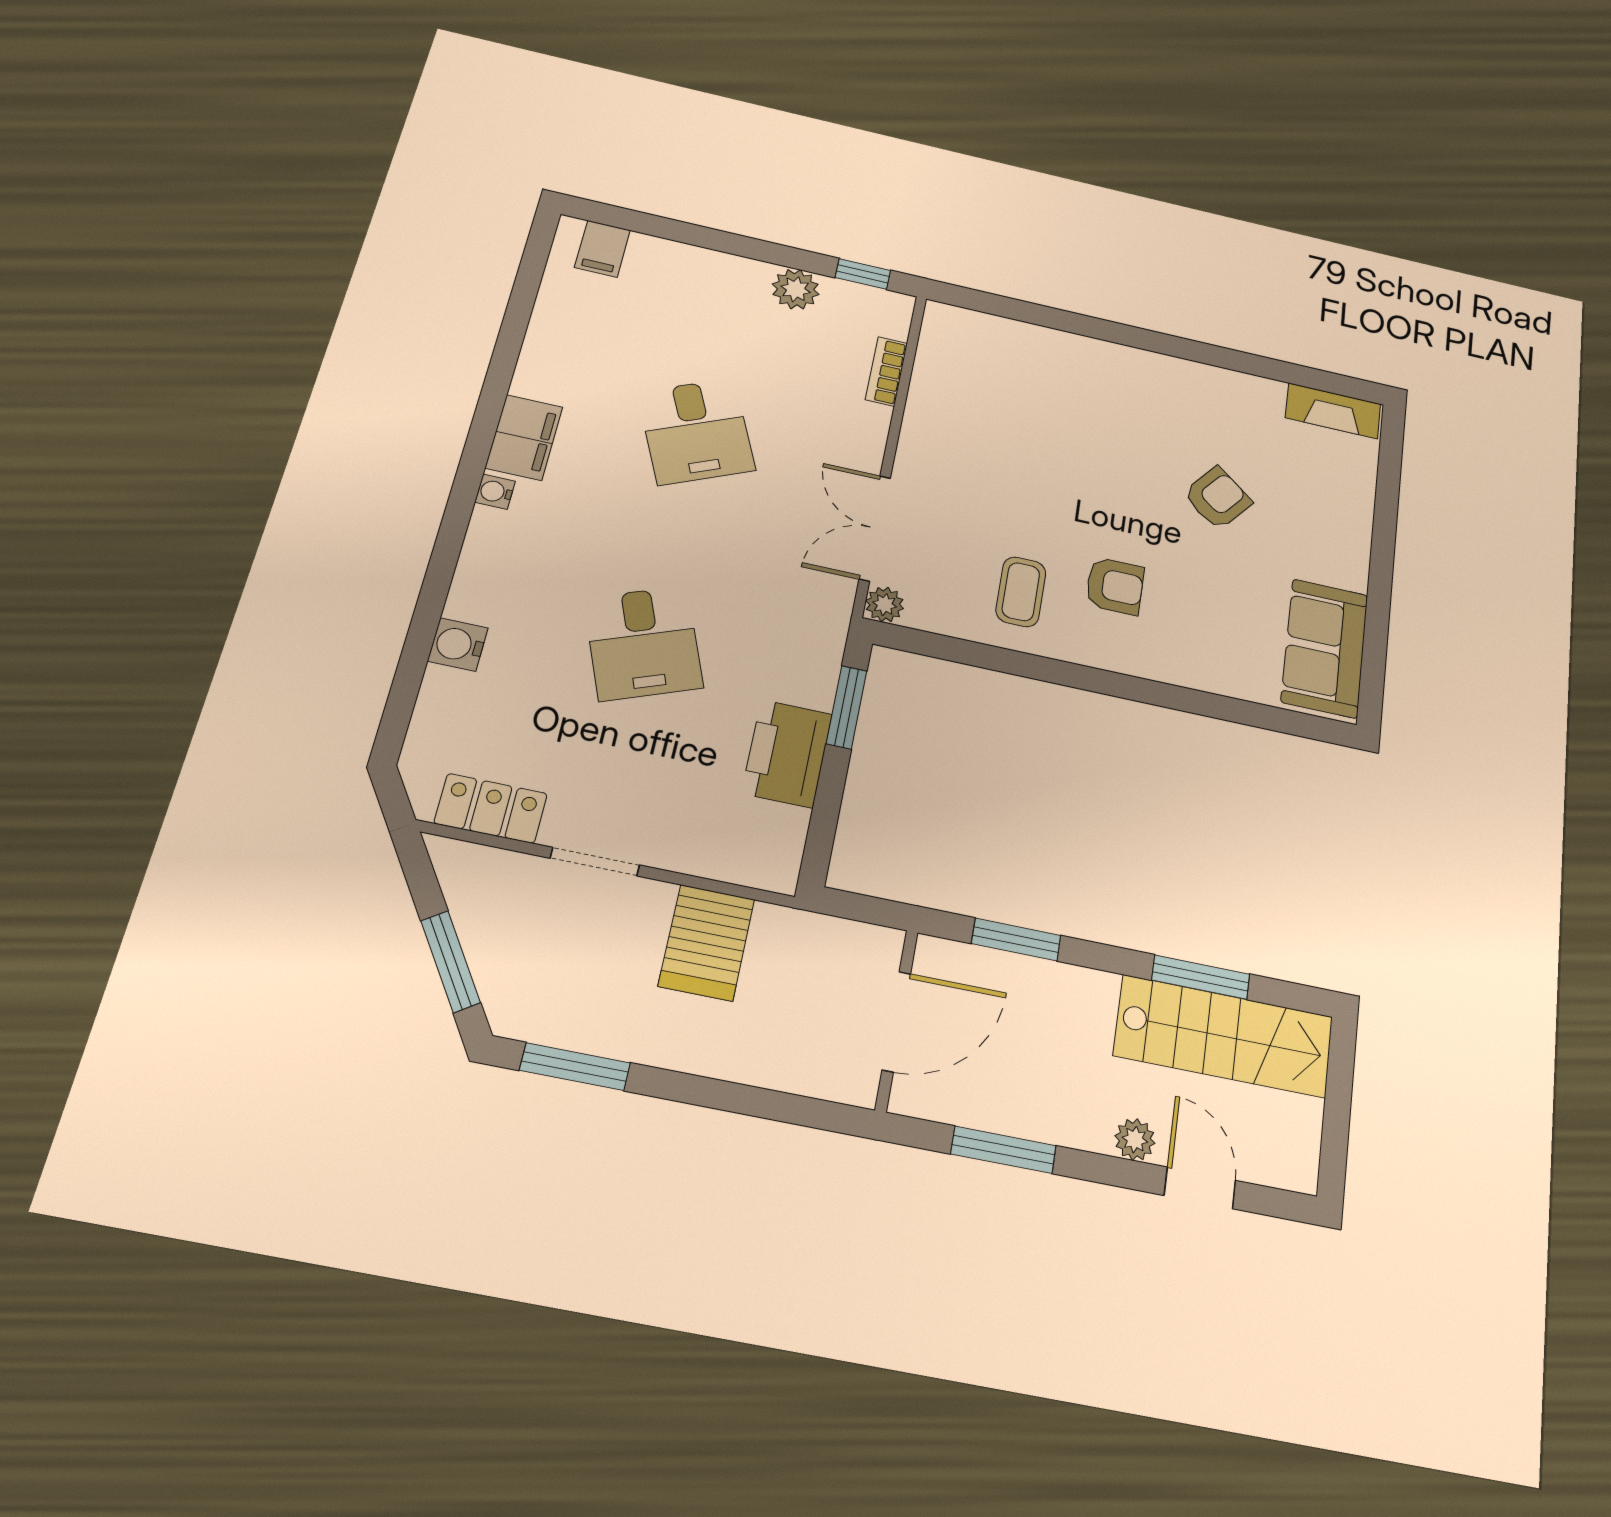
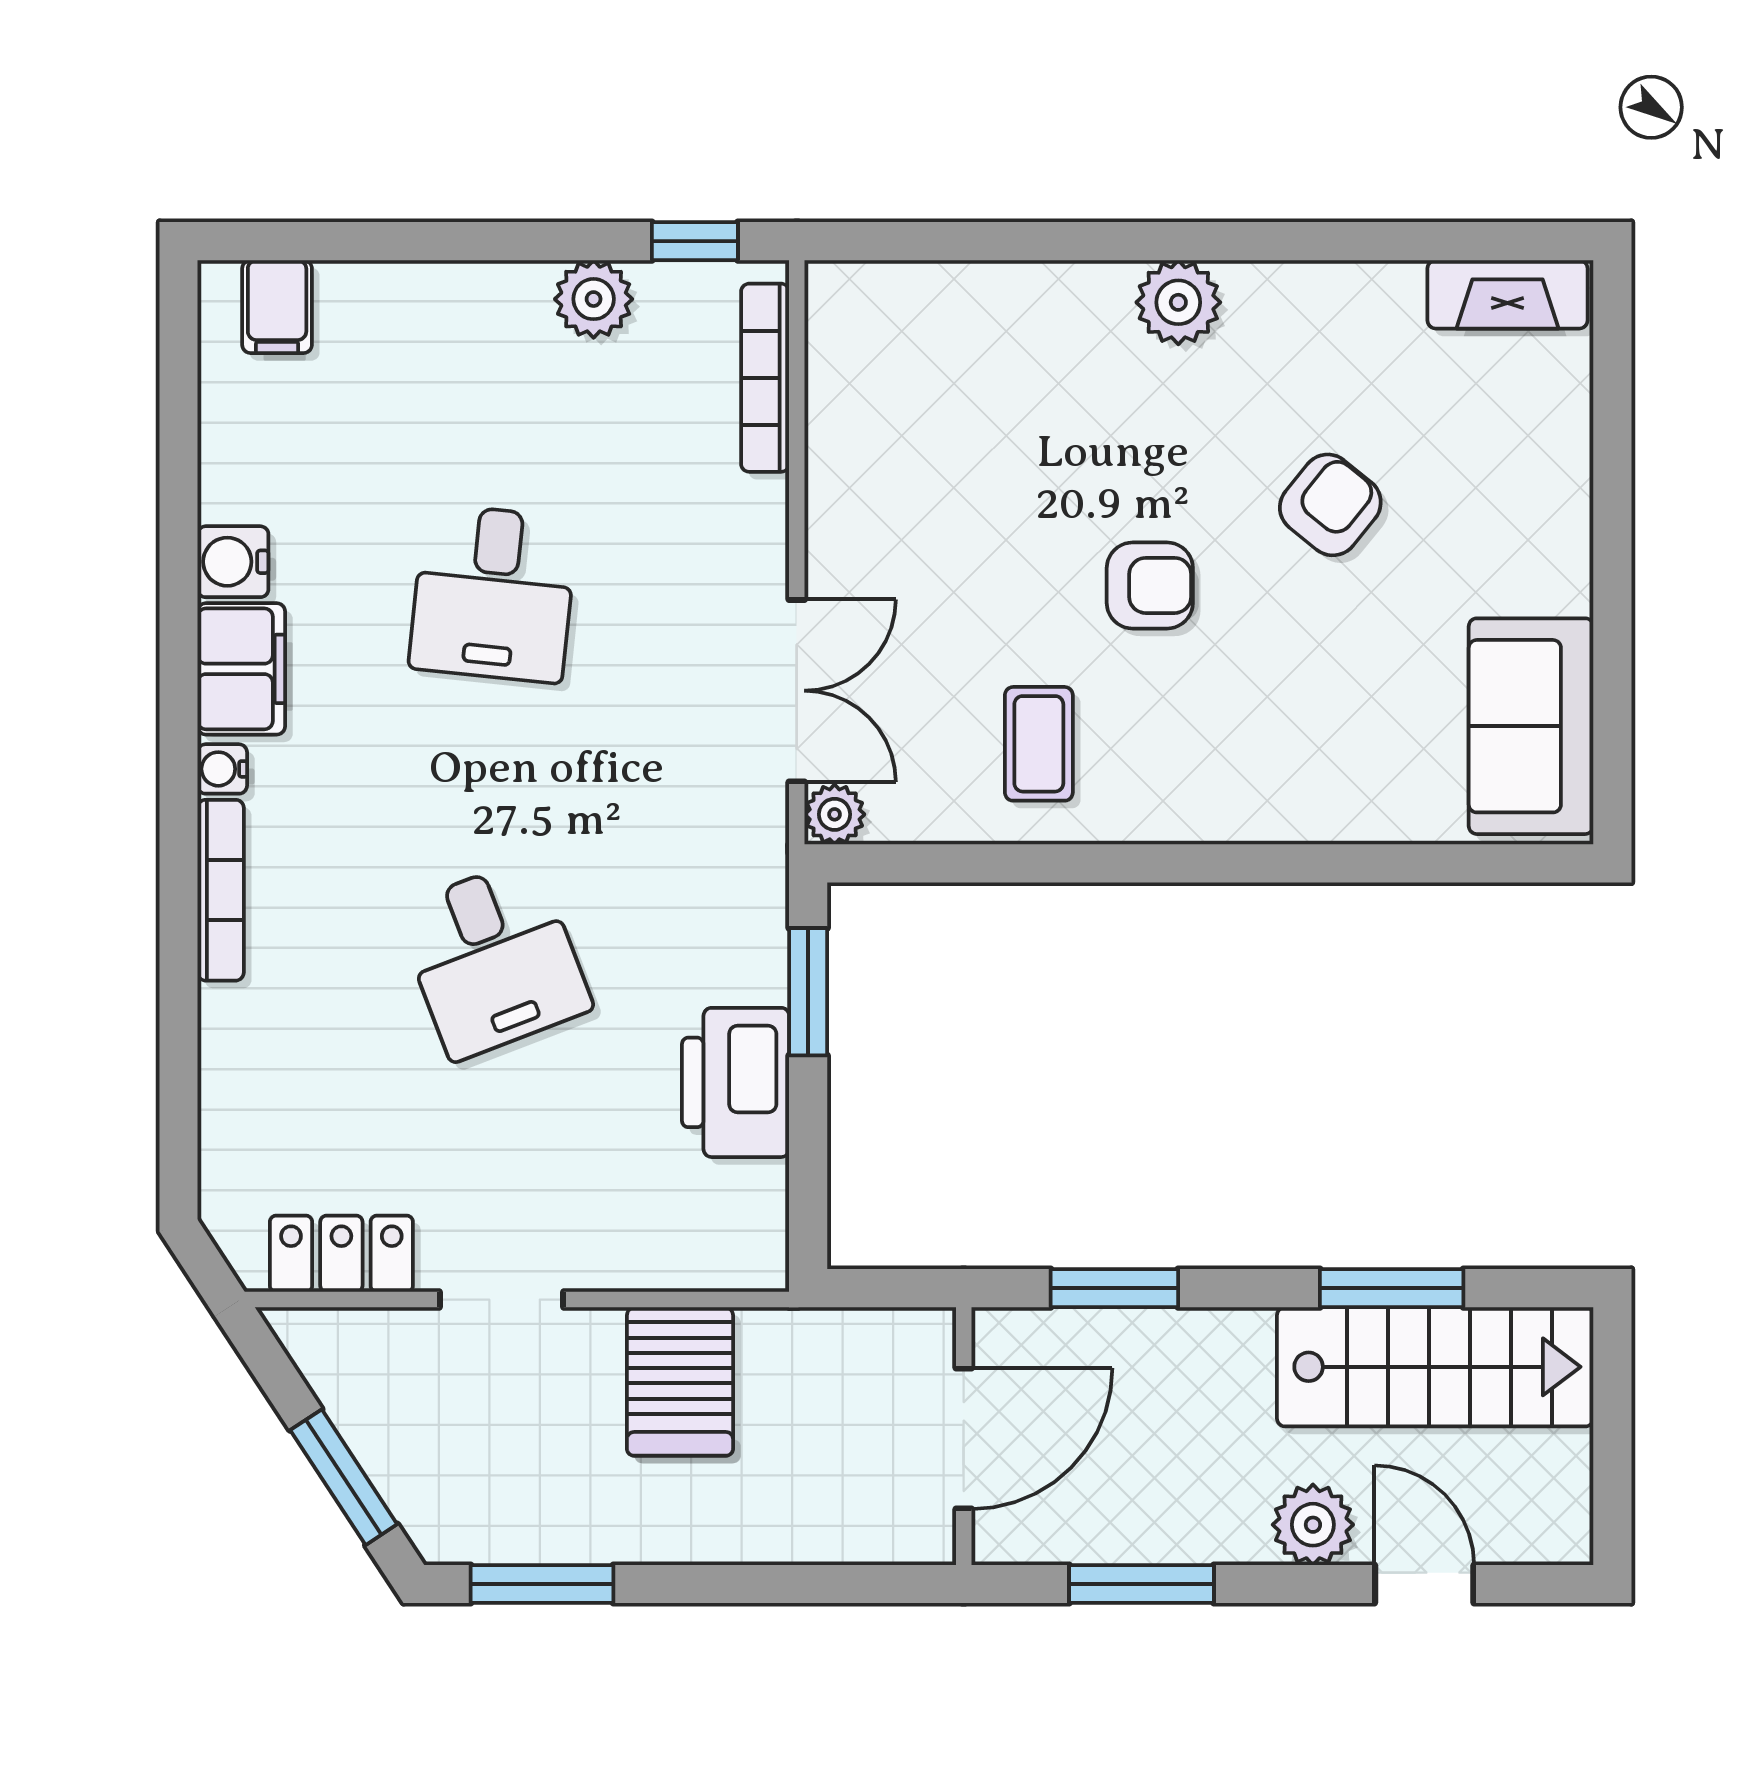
bookcase: (886, 371) -> (765, 378), width x1.56
plant: (1142, 371) -> (1178, 302), added
desk: (696, 431) -> (493, 593), turned 30
double door: (875, 528) -> (797, 691), swing flipped
bookcase: (473, 563) -> (221, 890), added
armchair: (1115, 586) -> (1150, 585), moved
water cooler: (458, 645) -> (233, 562), moved
plant: (1135, 1140) -> (1313, 1525), width x1.38, depth x1.38

